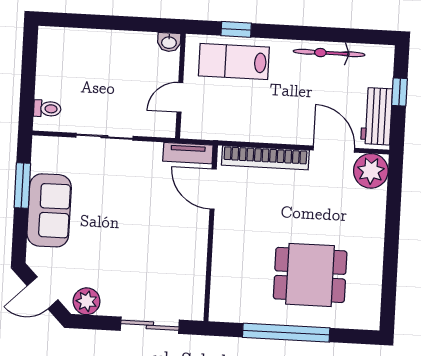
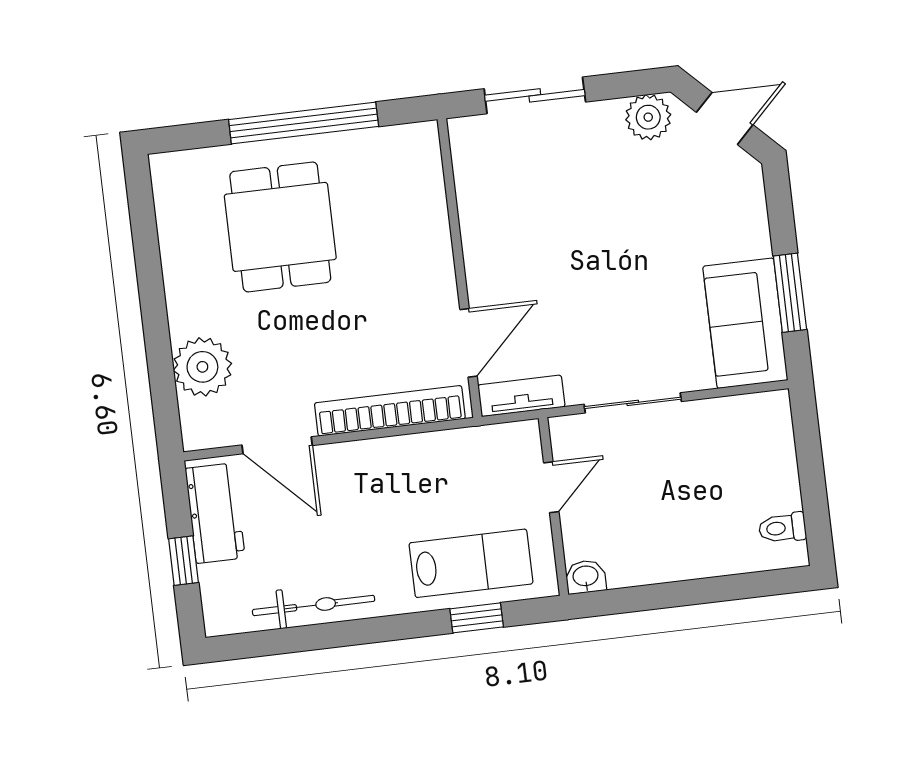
toilet: (47, 109) -> (782, 528), moved
sliding door: (104, 137) -> (633, 403), moved
plant: (371, 171) -> (202, 367), moved
door: (213, 189) -> (469, 343), hinge flipped
sofa: (49, 210) -> (745, 323), moved
dining table: (310, 275) -> (280, 227), turned 90

